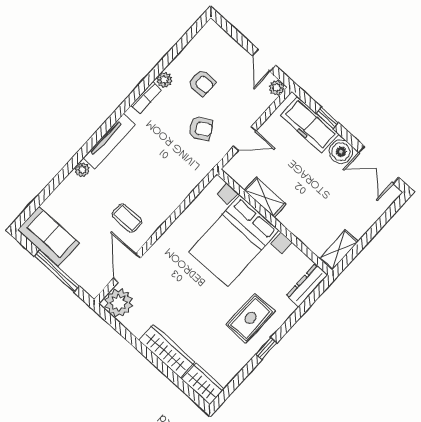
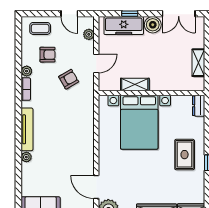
plant: (277, 88) -> (89, 34), moved
coffee table: (127, 218) -> (40, 28), moved
shelving: (339, 250) -> (198, 63), moved
dresser: (307, 285) -> (199, 106), width x0.70

